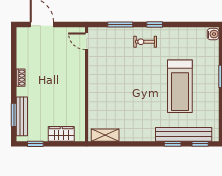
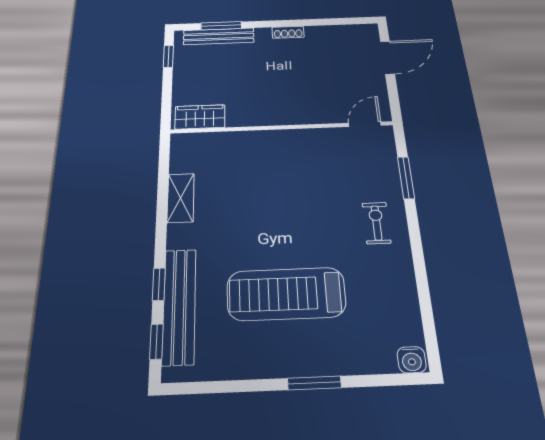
window: (155, 24) -> (415, 239), removed
wardrobe: (61, 134) -> (200, 117), moved, turned -90
shelving: (105, 135) -> (181, 198), moved

